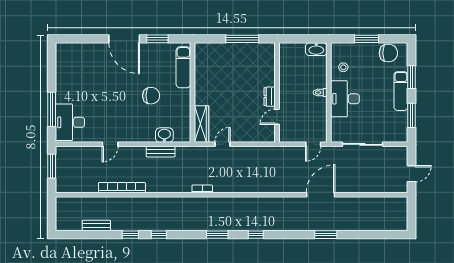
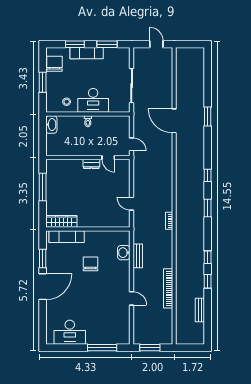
desk: (70, 122) -> (70, 332), moved
wardrobe: (202, 124) -> (61, 221), moved
door: (313, 144) -> (132, 144), moved

